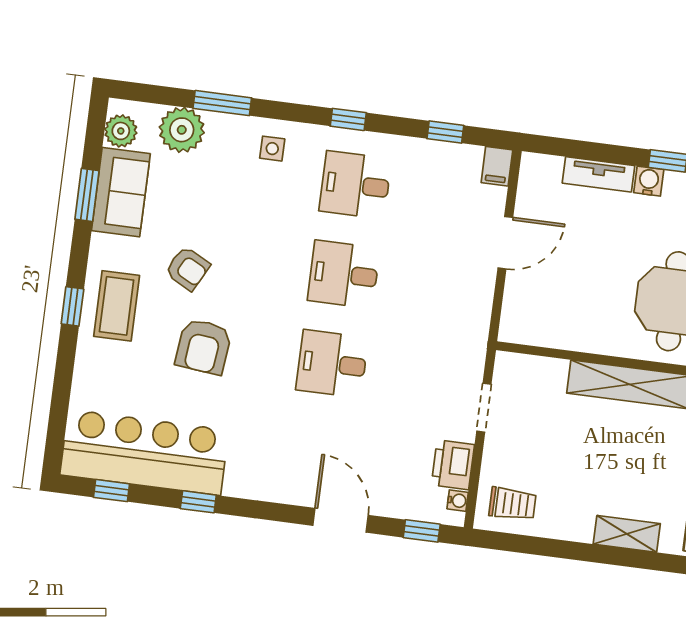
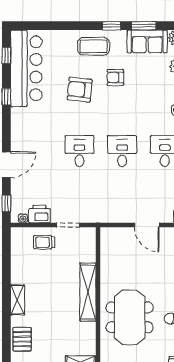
armchair: (188, 269) -> (115, 77), turned 62
window: (72, 306) -> (111, 26), moved
trolley: (513, 504) -> (44, 242), moved, turned 90

